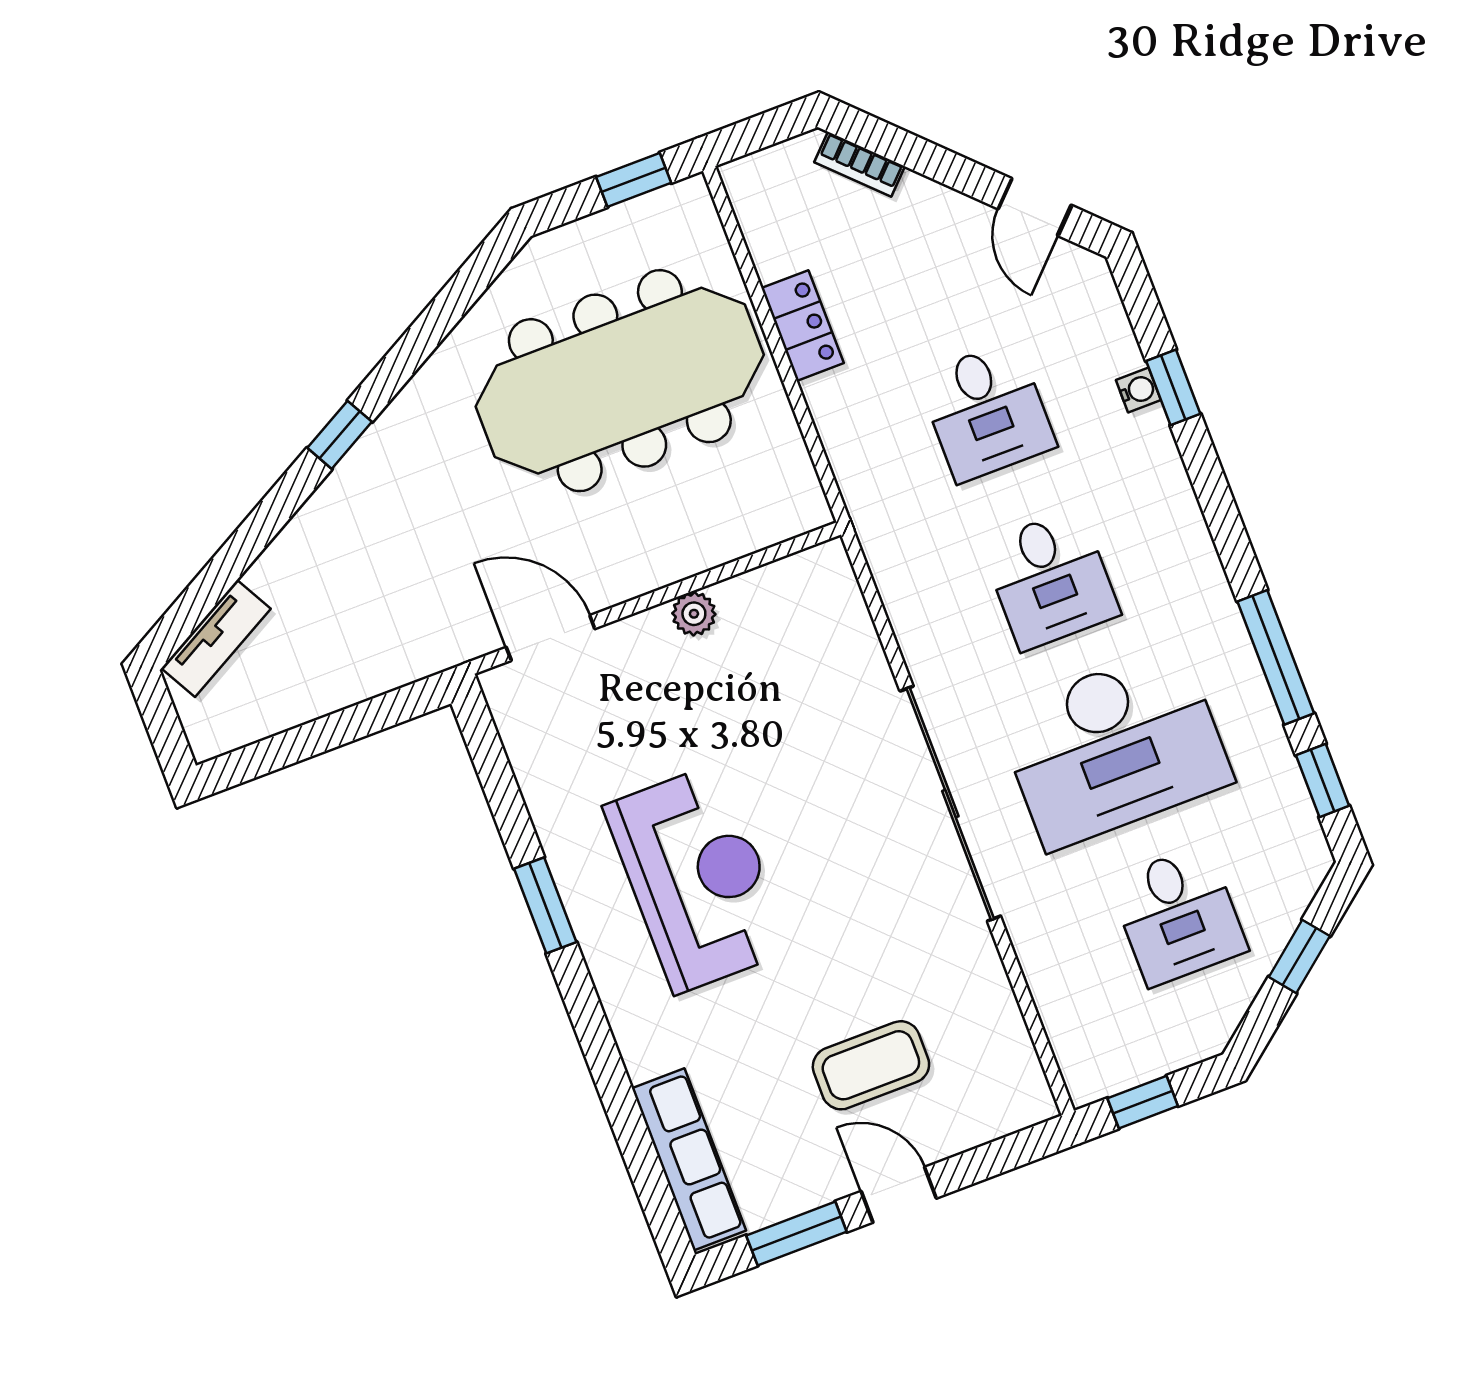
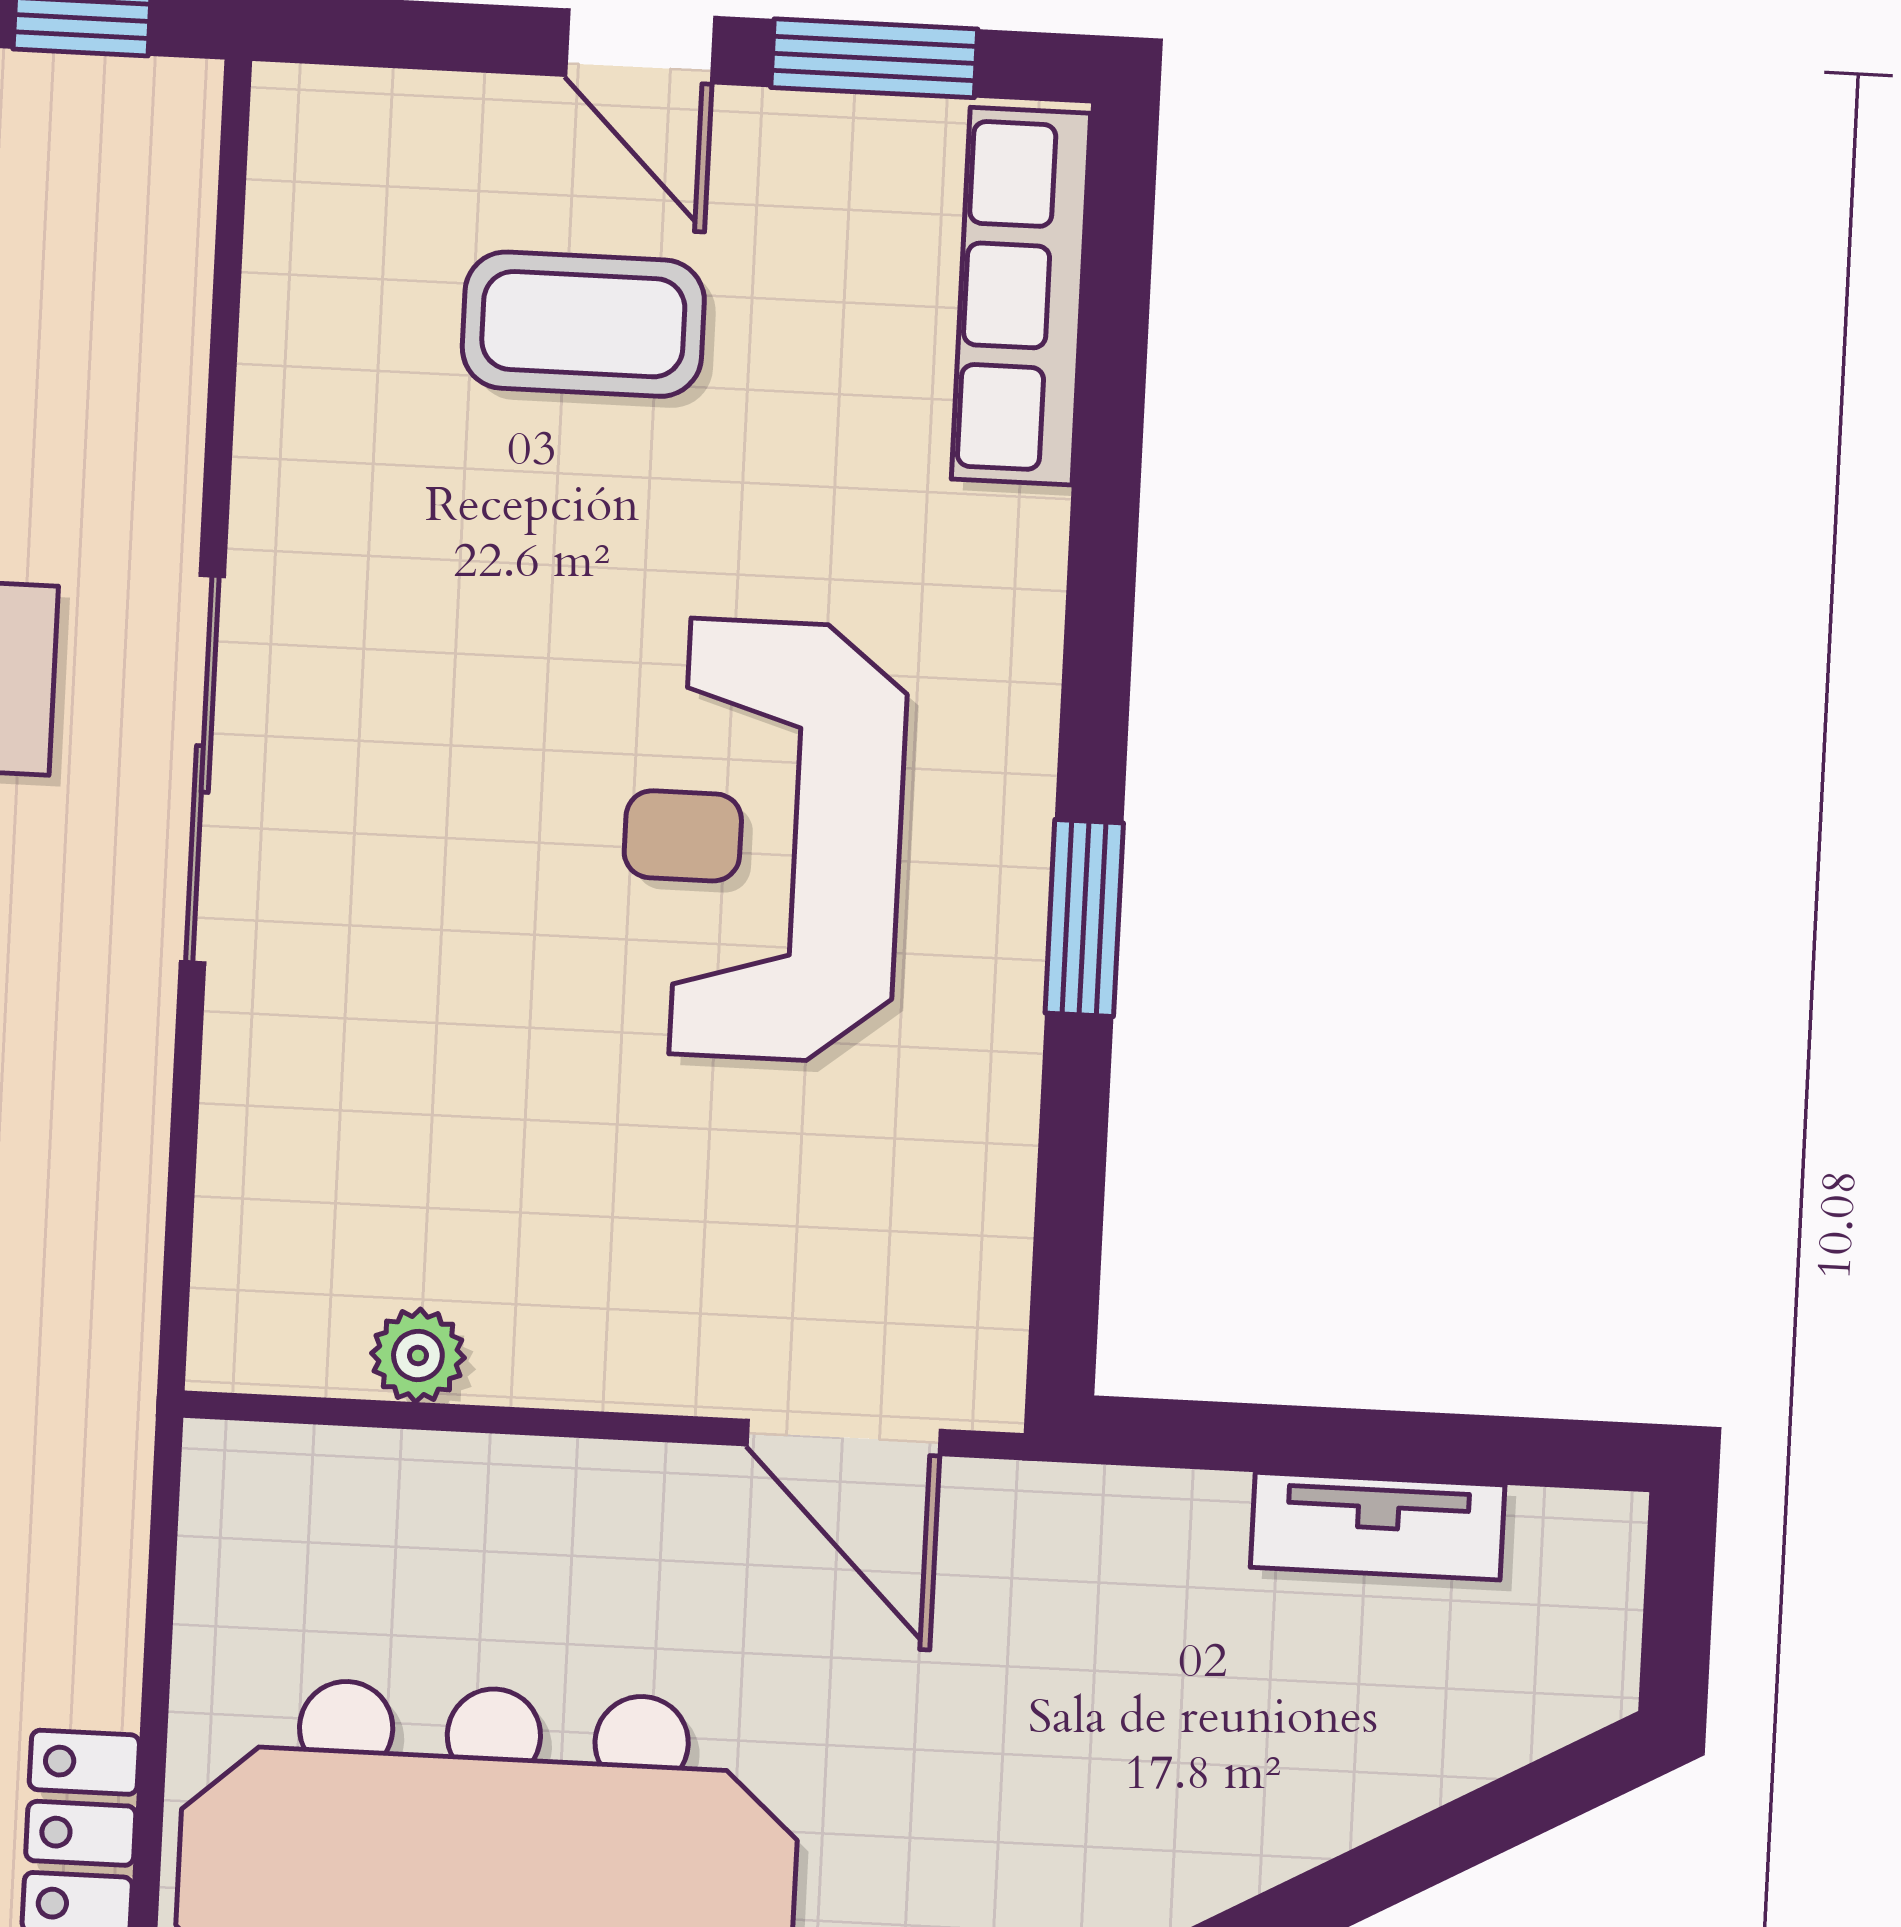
plant: (694, 614) -> (418, 1356), moved
tv unit: (216, 638) -> (1378, 1526), moved, turned -151
sliding door: (950, 804) -> (202, 769), width x0.73

